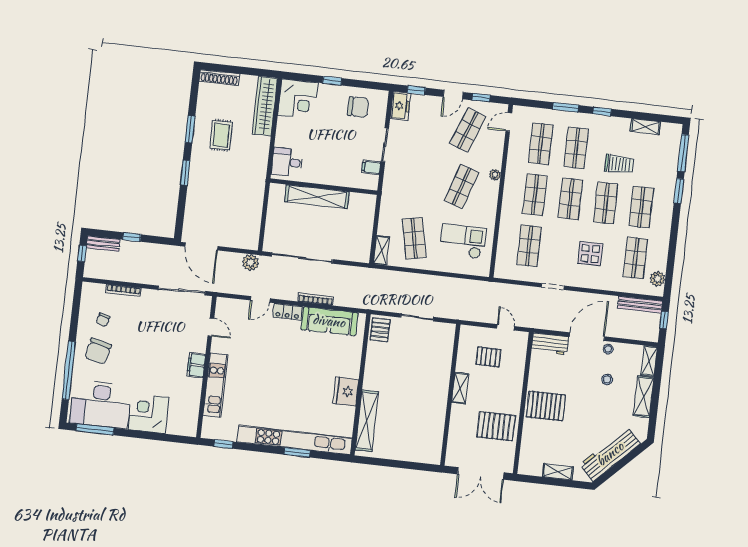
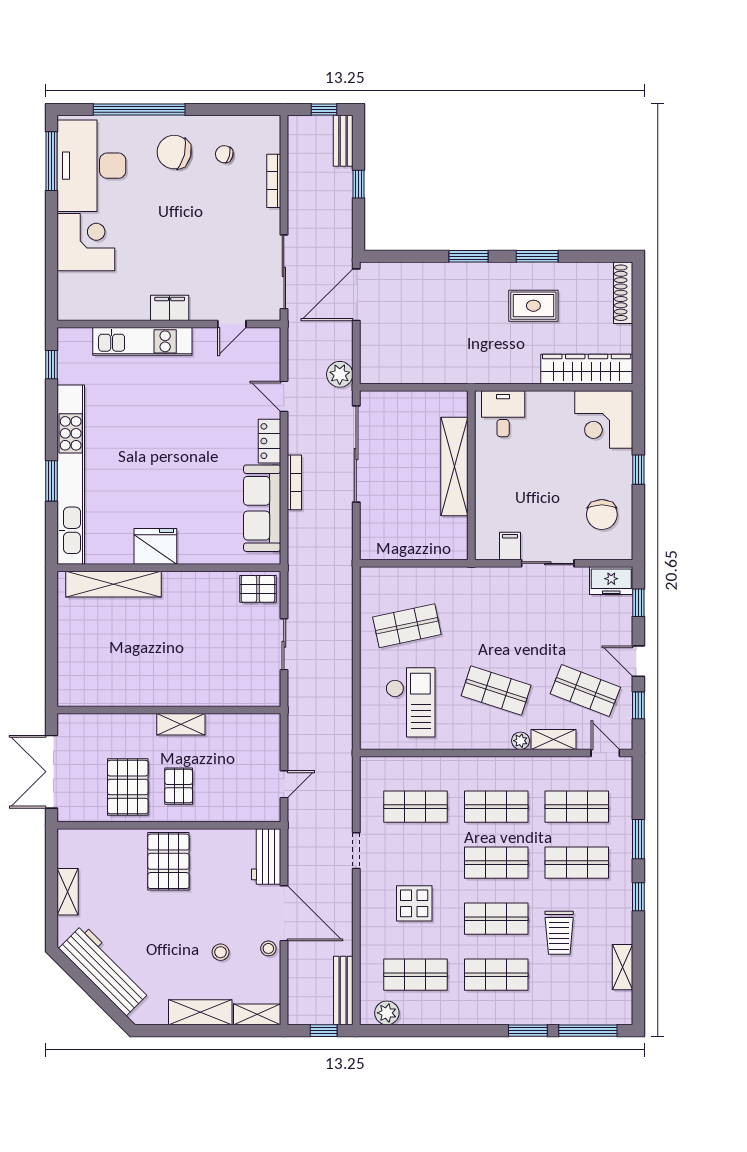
shelving: (381, 250) -> (553, 739), moved
pallet: (488, 357) -> (179, 786), moved

